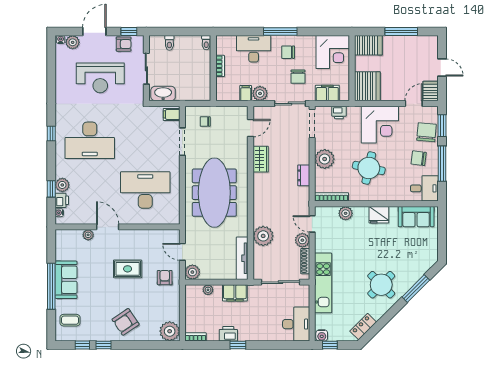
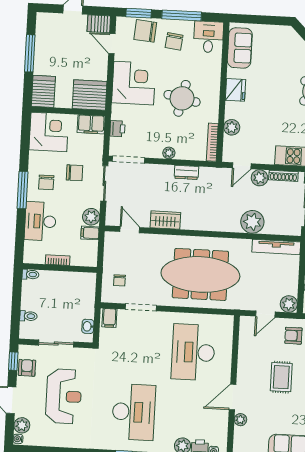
filing cabinet: (327, 93) -> (91, 124), moved, turned -90
washbasin: (163, 94) -> (88, 326), width x0.52, depth x0.69
plant: (325, 159) -> (169, 153), width x0.53, depth x0.53

